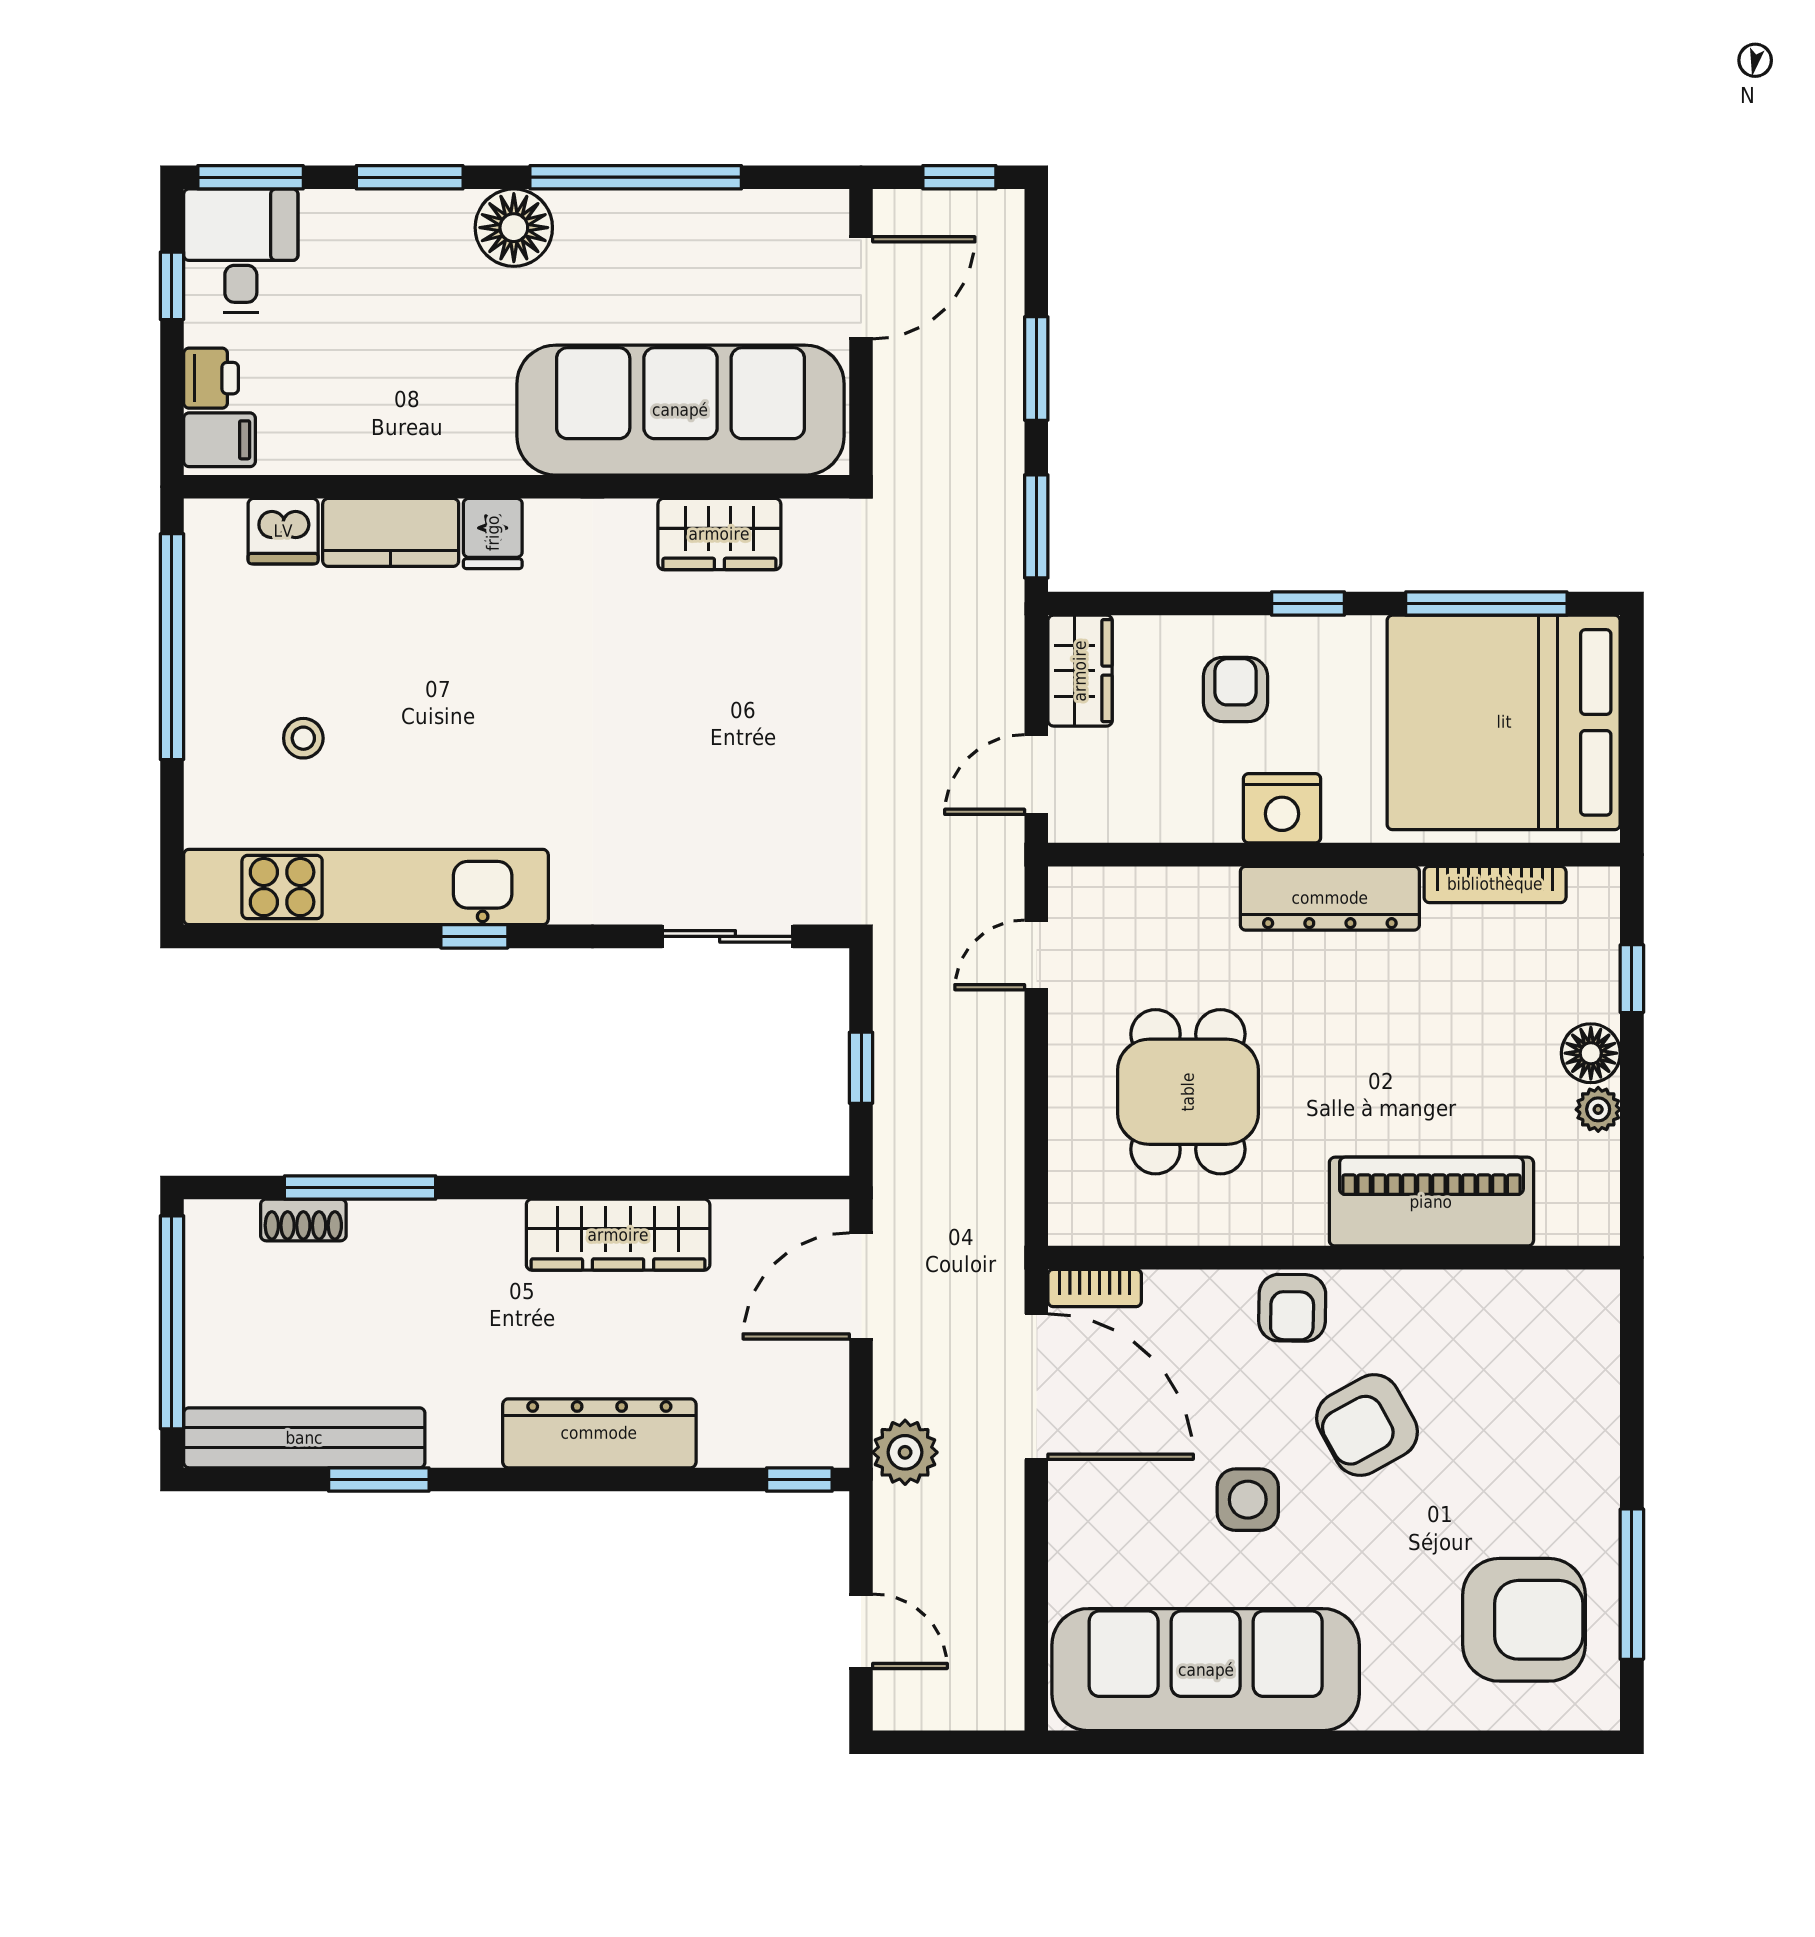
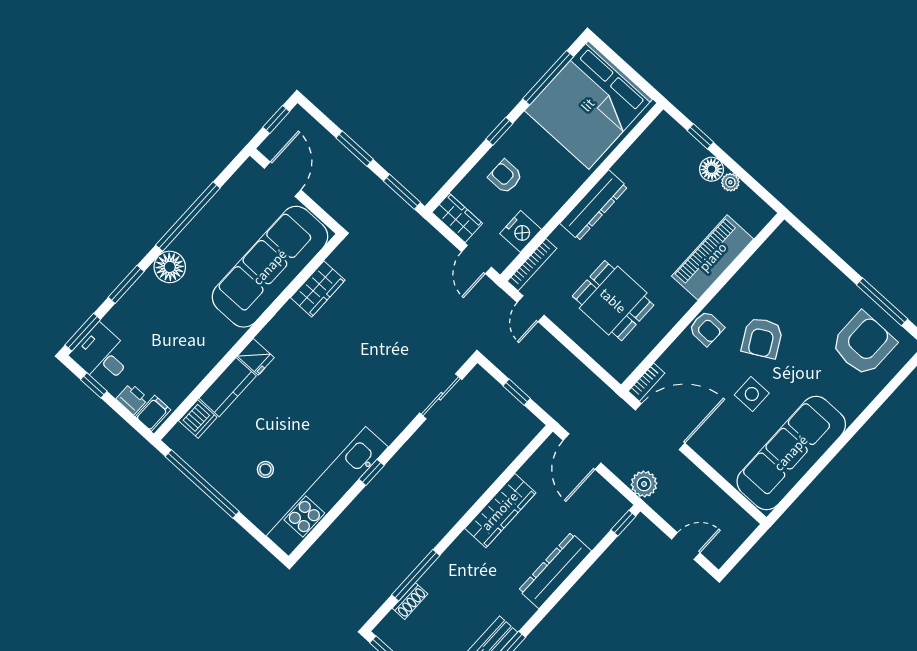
nightstand: (1282, 808) -> (521, 231), moved
bookcase: (1495, 884) -> (532, 265), moved

